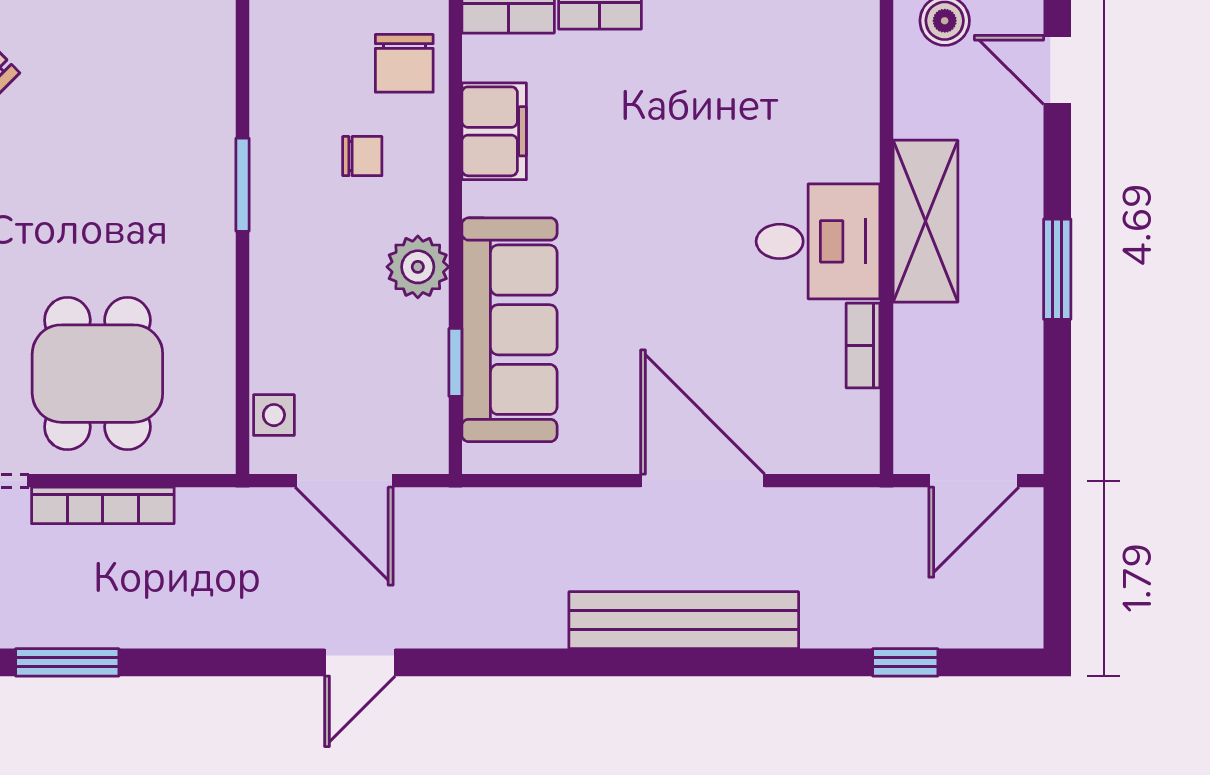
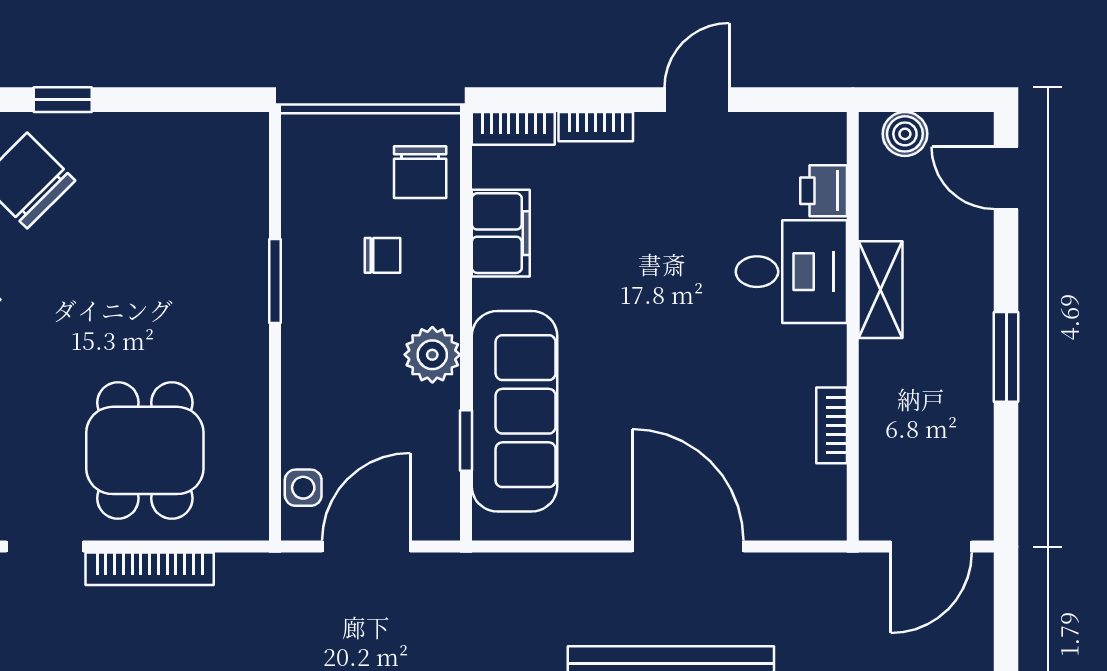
printer: (854, 84) -> (824, 191), added
shelving: (925, 221) -> (880, 290), width x0.67, depth x0.75
desk: (818, 241) -> (791, 272), moved
door: (344, 481) -> (366, 547), swing flipped

